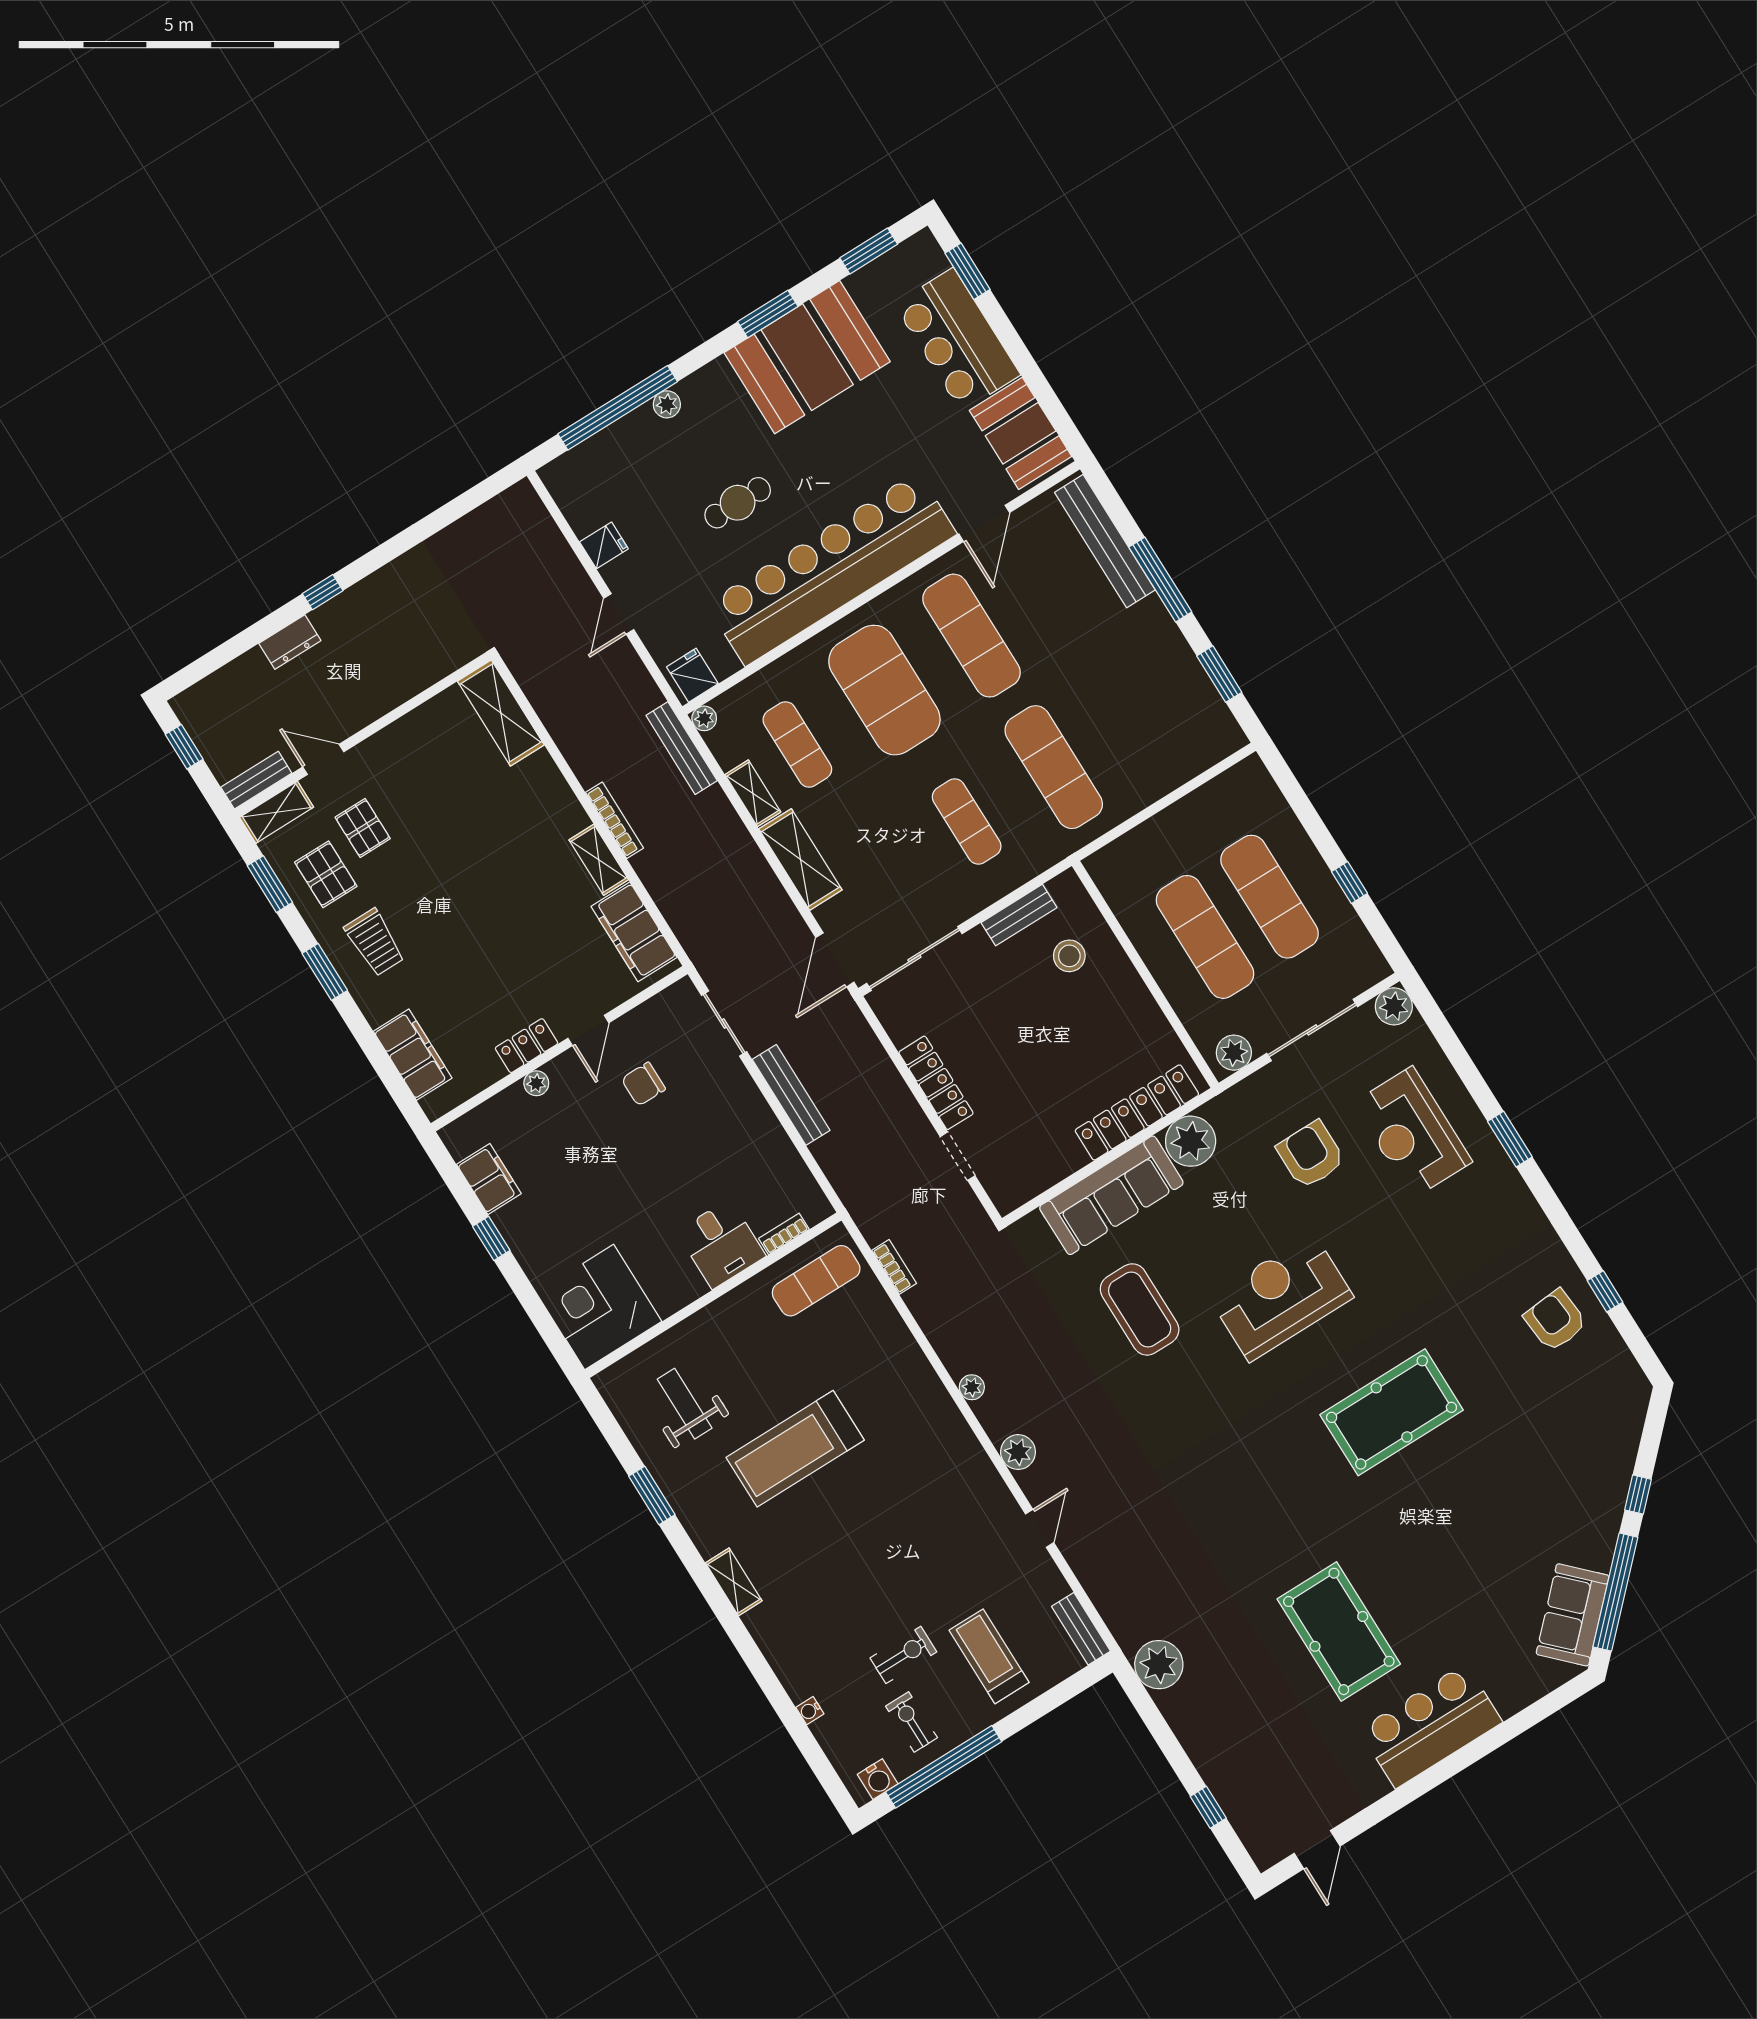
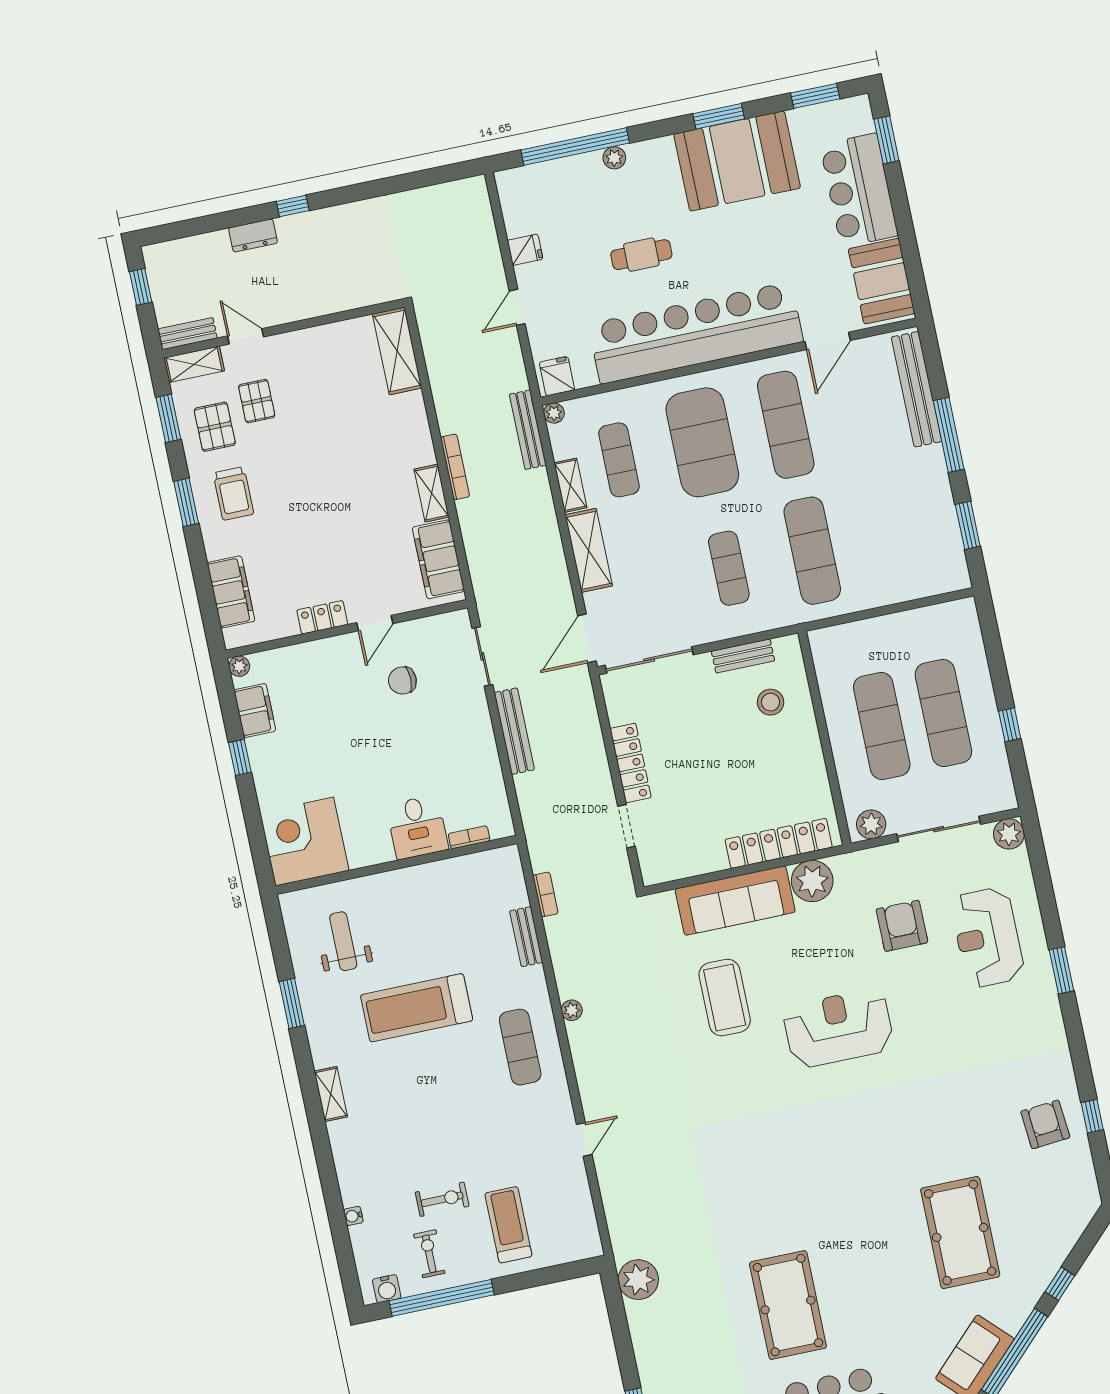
plant: (536, 1083) -> (239, 666), moved
exercise mat: (816, 1281) -> (520, 1047), moved, turned 90
pool table: (1392, 1412) -> (960, 1232), moved, turned 90
plant: (1018, 1452) -> (589, 1074), removed
bench: (1081, 1629) -> (526, 937), moved

